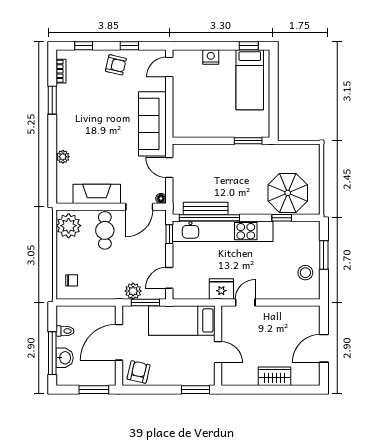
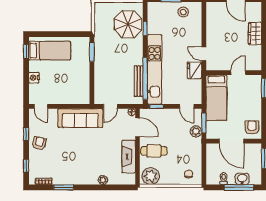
armchair: (139, 372) -> (252, 128), turned 77

